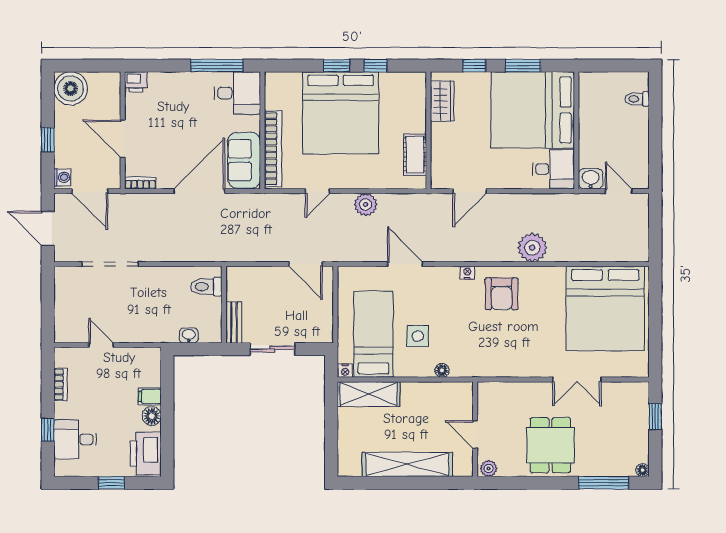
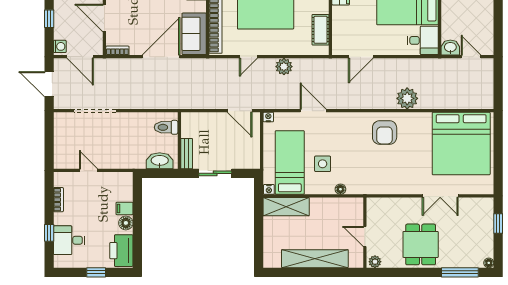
nightstand: (467, 273) -> (268, 117), moved
washbasin: (189, 335) -> (160, 161), width x1.91, depth x1.45

